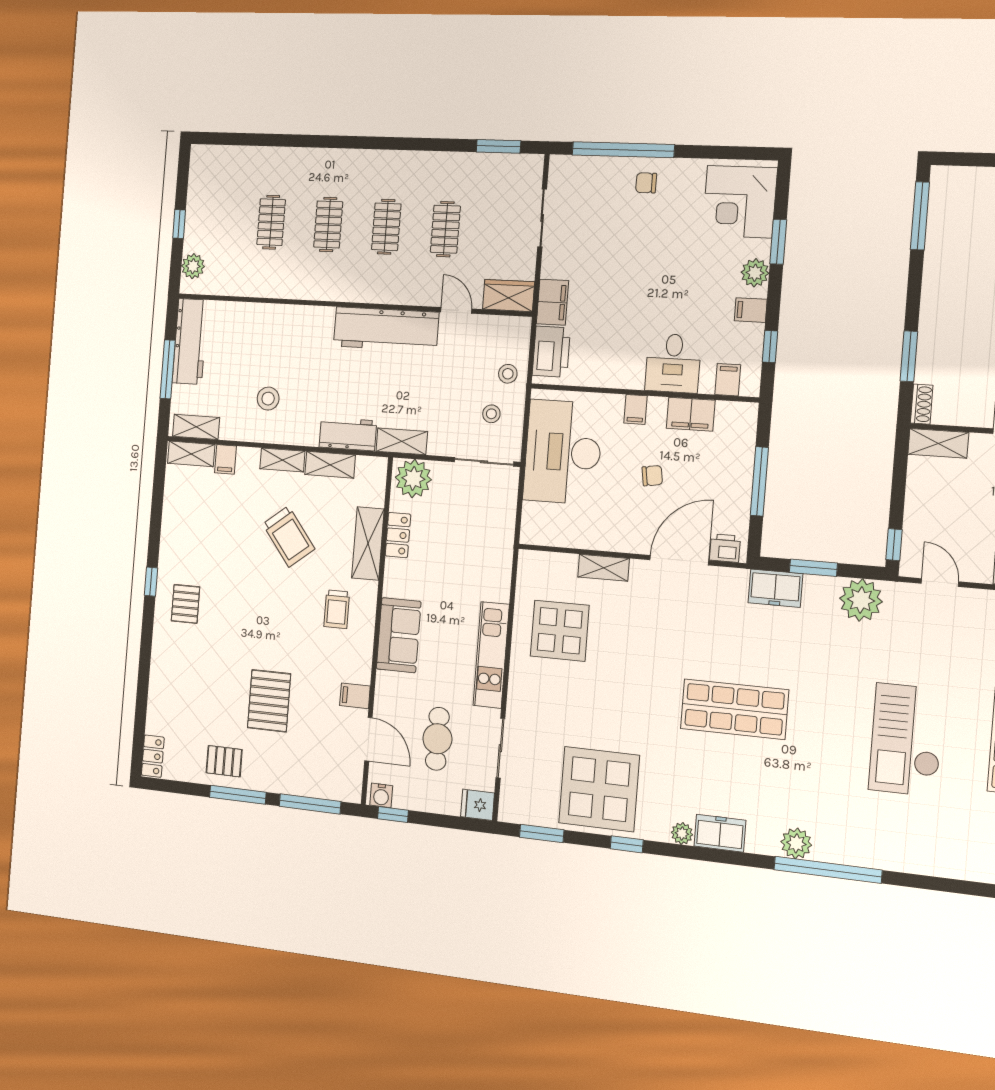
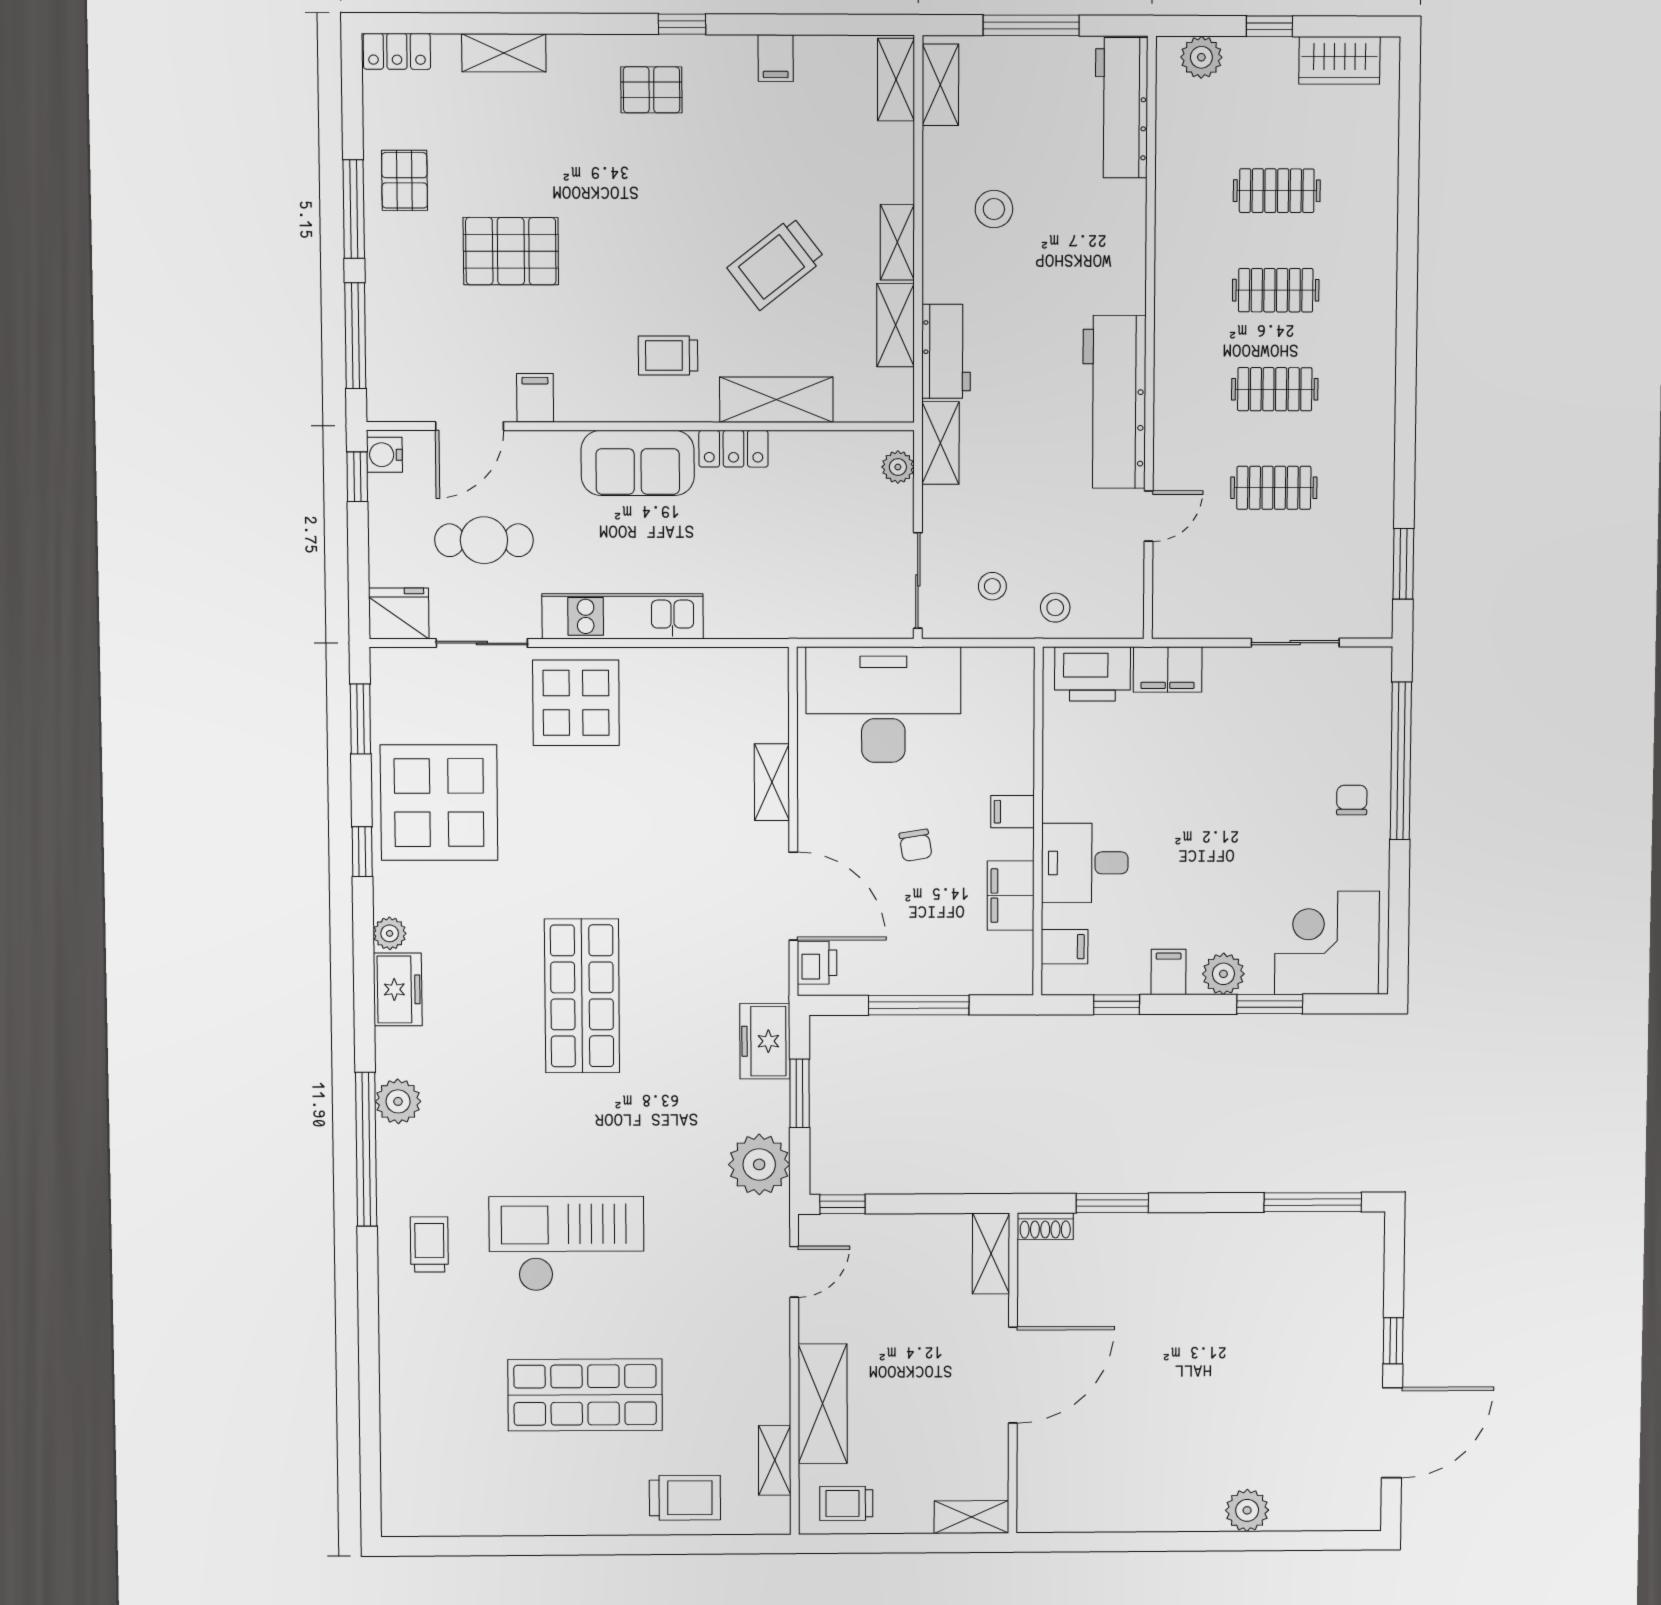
wardrobe: (509, 295) -> (1339, 60), moved, turned 90
workbench: (190, 341) -> (1122, 108), moved, turned 90
desk: (563, 452) -> (883, 705), moved
filing cabinet: (225, 459) -> (776, 58), moved, turned -90
plant: (413, 479) -> (898, 467), width x0.53, depth x0.53
locker: (398, 535) -> (733, 449), moved
display table: (560, 631) -> (576, 703), moved
shelving: (158, 691) -> (504, 53), added
fridge: (477, 805) -> (399, 613), width x1.38
trolley: (899, 835) -> (429, 1244), added

